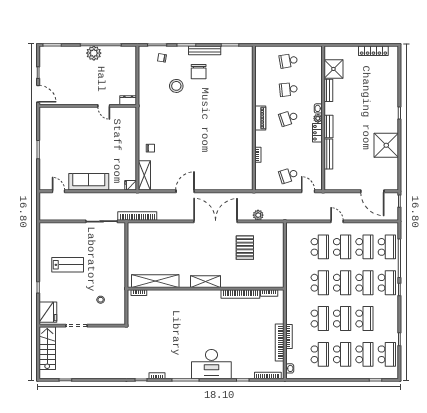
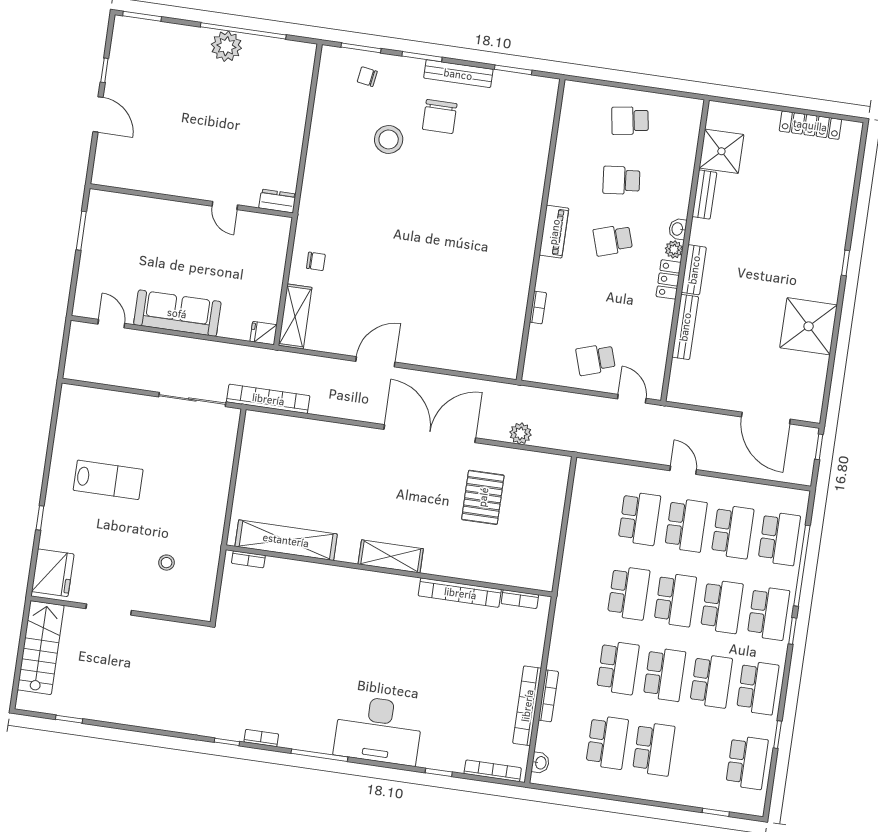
dresser: (128, 100) -> (277, 201), moved
wall: (88, 106) -> (191, 201), moved
door: (104, 106) -> (225, 205), moved
school desk: (364, 354) -> (758, 688), moved

